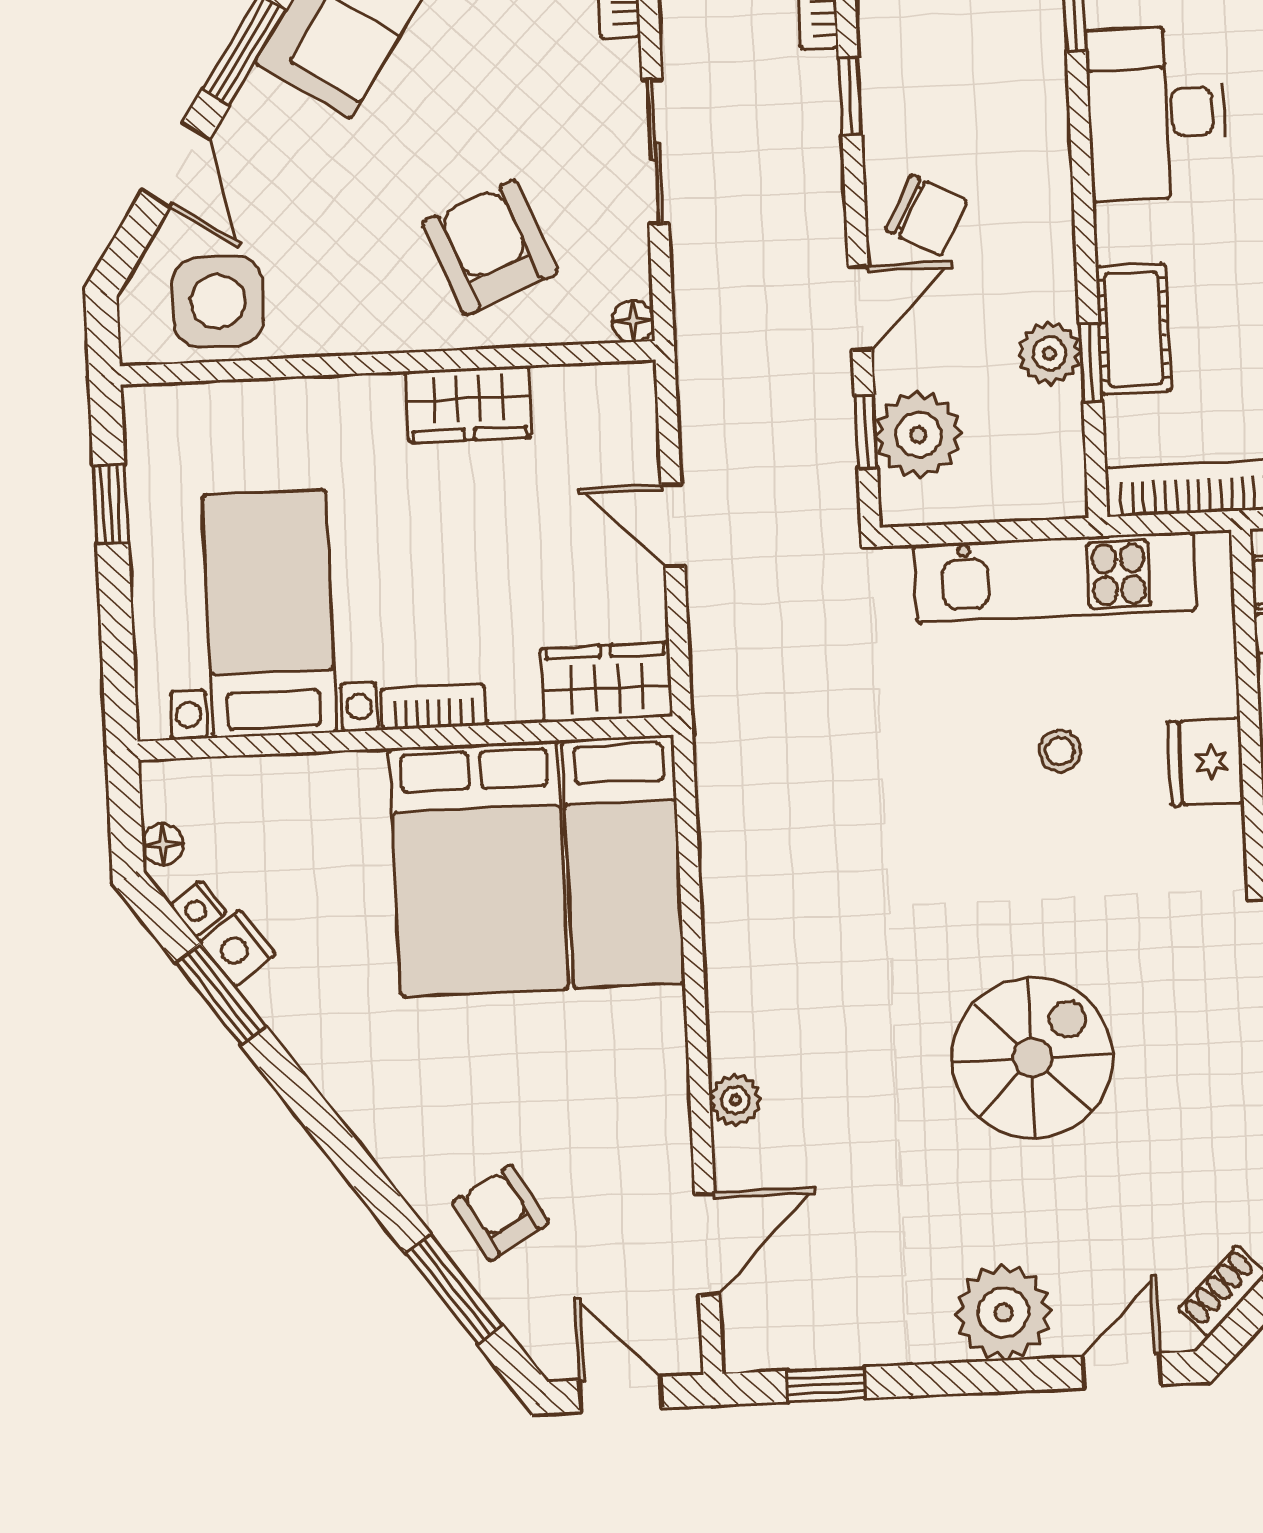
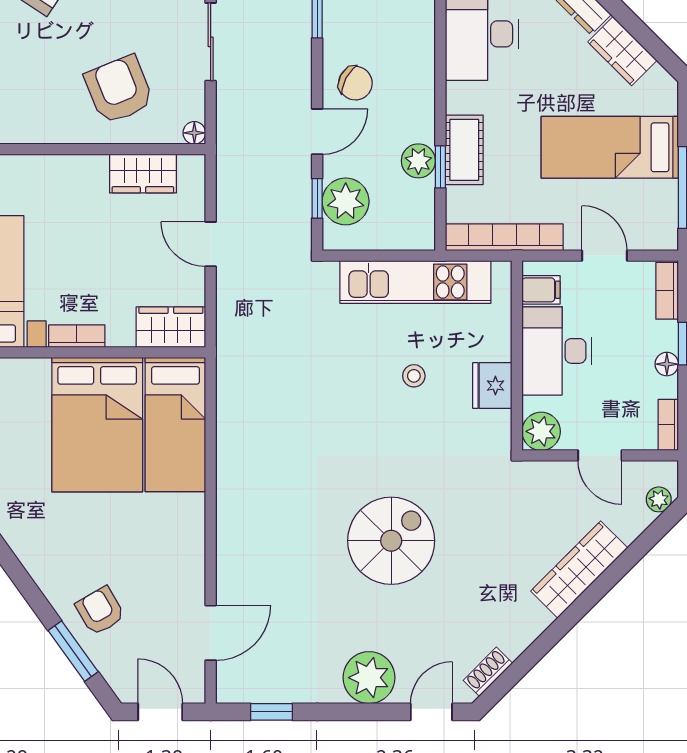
wardrobe: (468, 404) -> (143, 174), moved
plant: (735, 1100) -> (230, 556), removed

